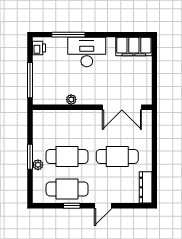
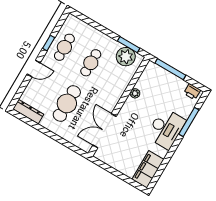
cafe table: (67, 156) -> (91, 63), width x0.73, depth x0.74
window: (30, 157) -> (129, 45), moved
plant: (38, 165) -> (126, 57), moved, width x1.88, depth x1.88
cafe table: (67, 189) -> (64, 47), width x0.73, depth x0.74
door: (103, 206) -> (34, 69), swing flipped

